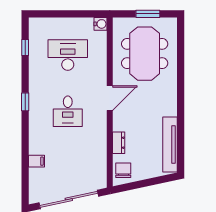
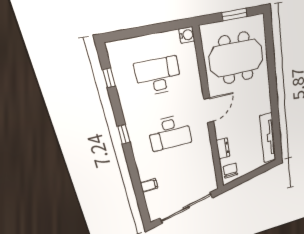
meeting table: (145, 54) -> (236, 58), turned 90
desk: (68, 111) -> (170, 133), width x1.37

